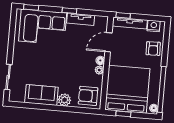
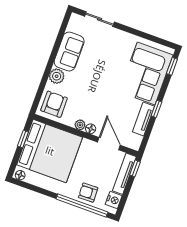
window: (162, 89) -> (82, 205), moved

